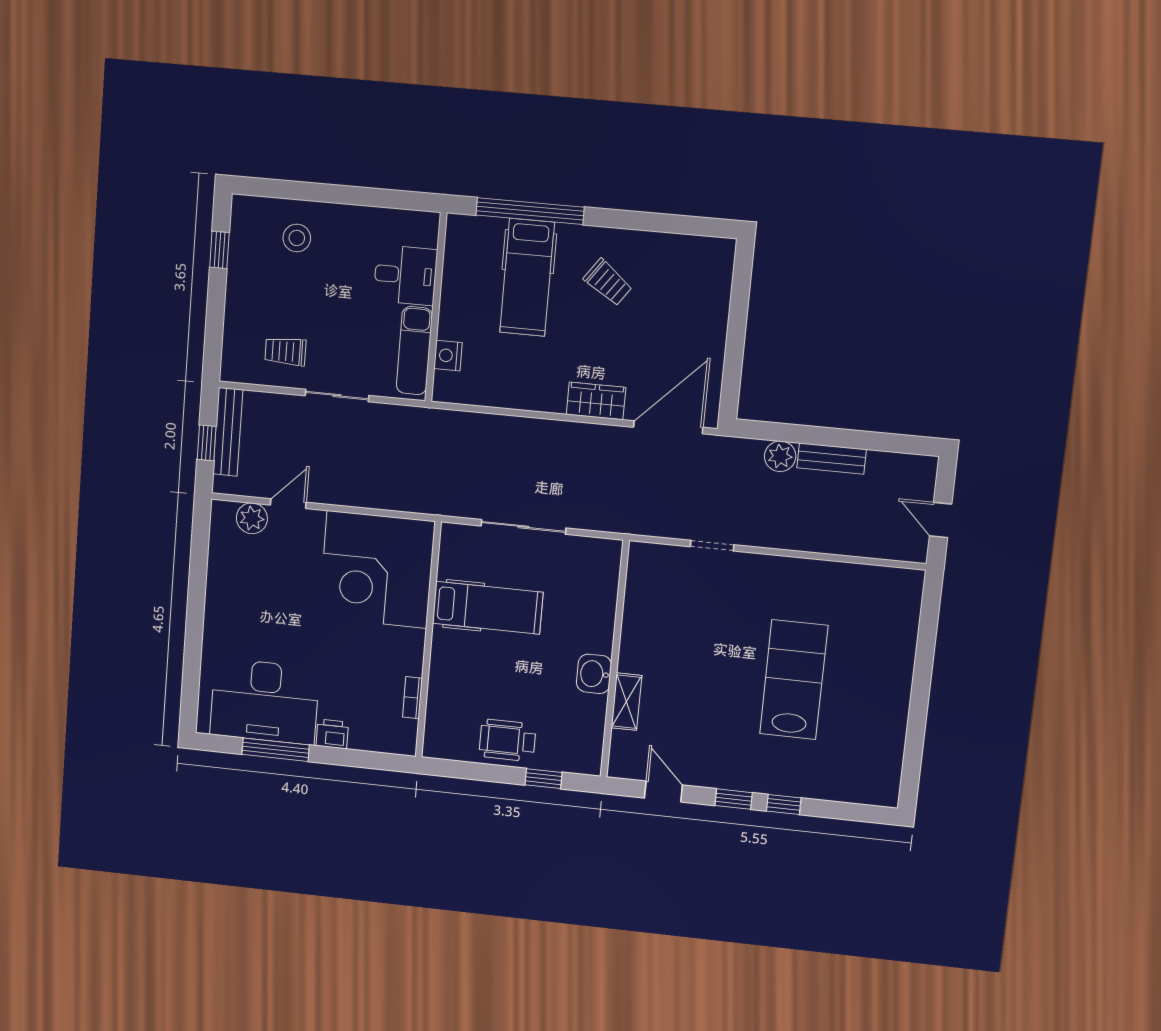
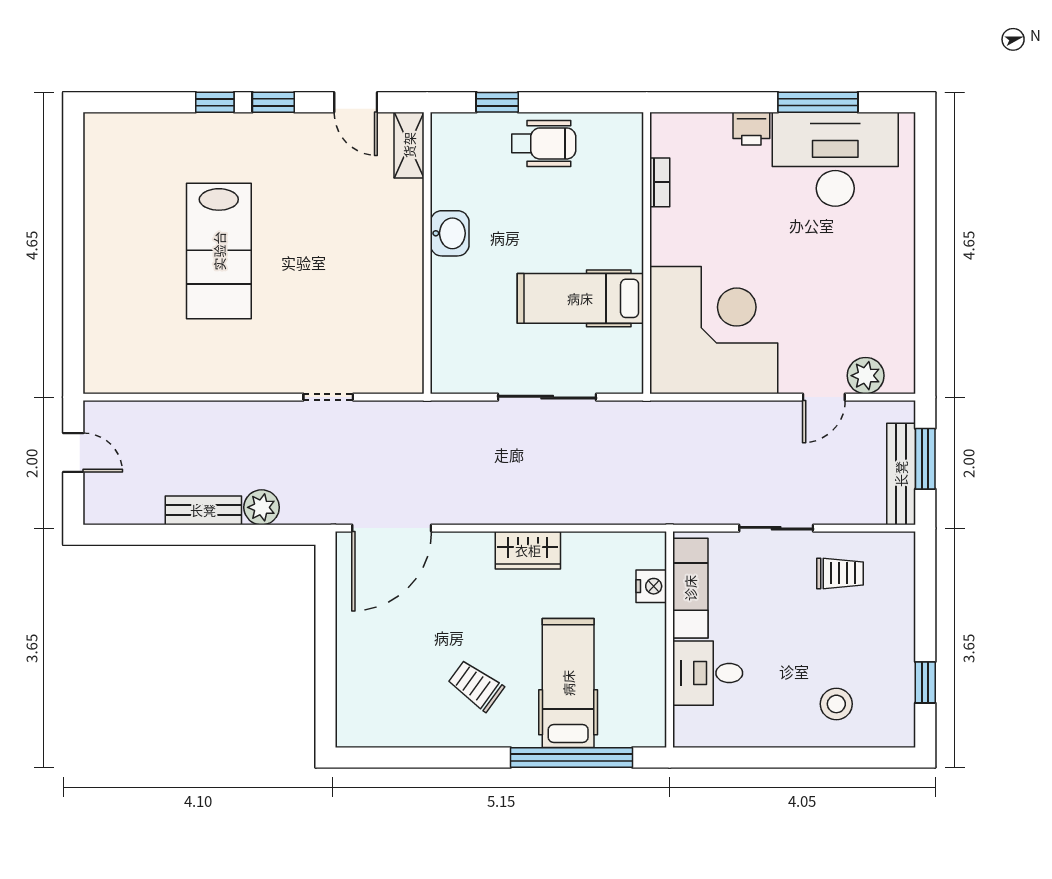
wardrobe: (596, 401) -> (528, 550), moved
window: (207, 443) -> (925, 459), width x1.50
shelving: (626, 702) -> (409, 145), moved

